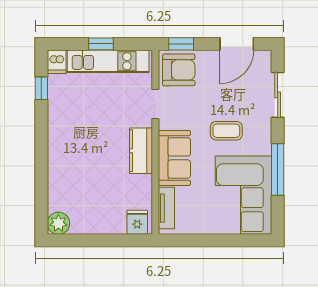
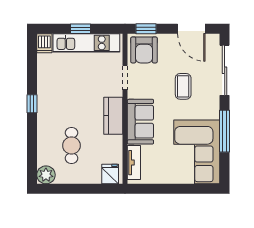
door: (237, 44) -> (191, 29), hinge flipped
armchair: (179, 70) -> (144, 50), turned 90
window: (41, 88) -> (32, 104), moved
sliding door: (278, 95) -> (225, 70), width x1.37
coffee table: (226, 131) -> (183, 86), moved, turned 90
cafe table: (90, 187) -> (71, 145), added

